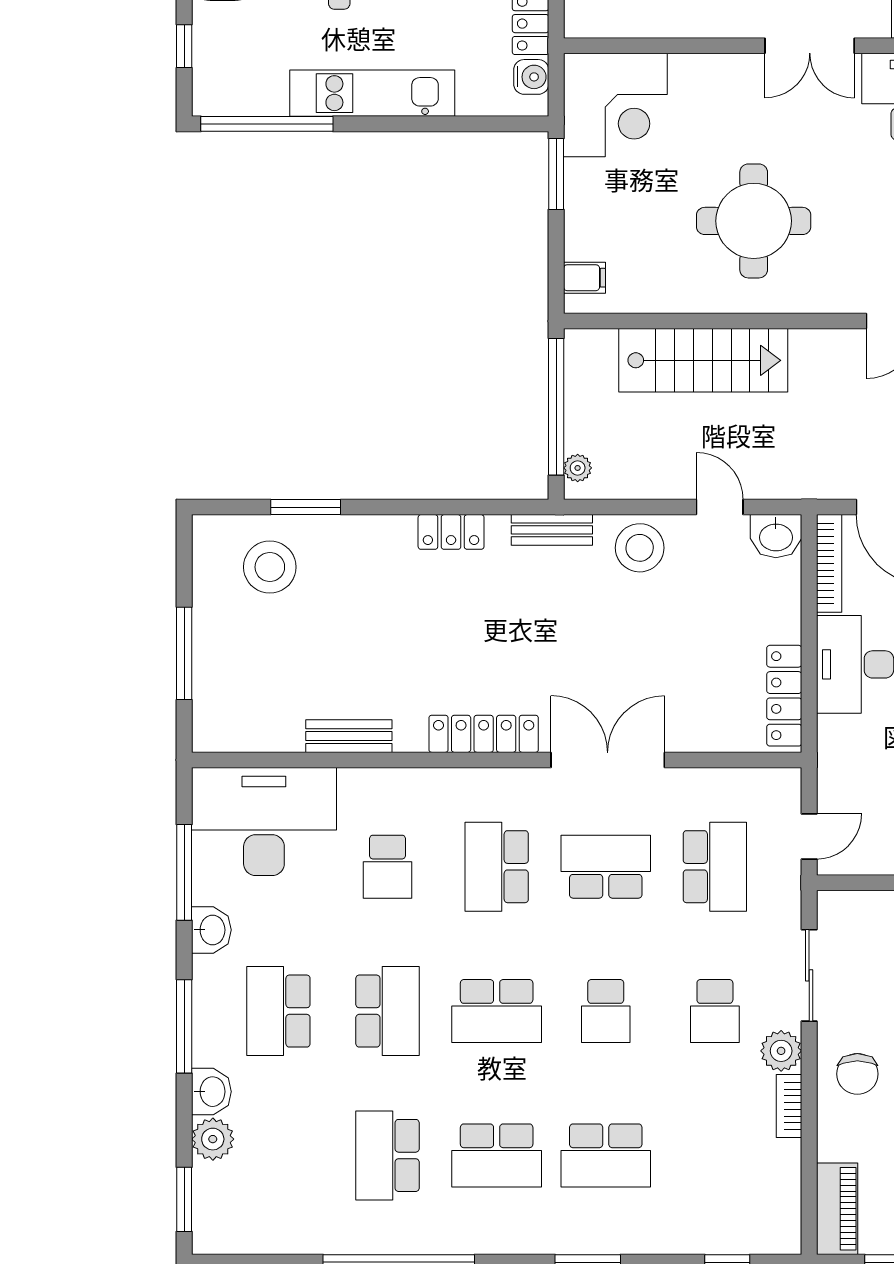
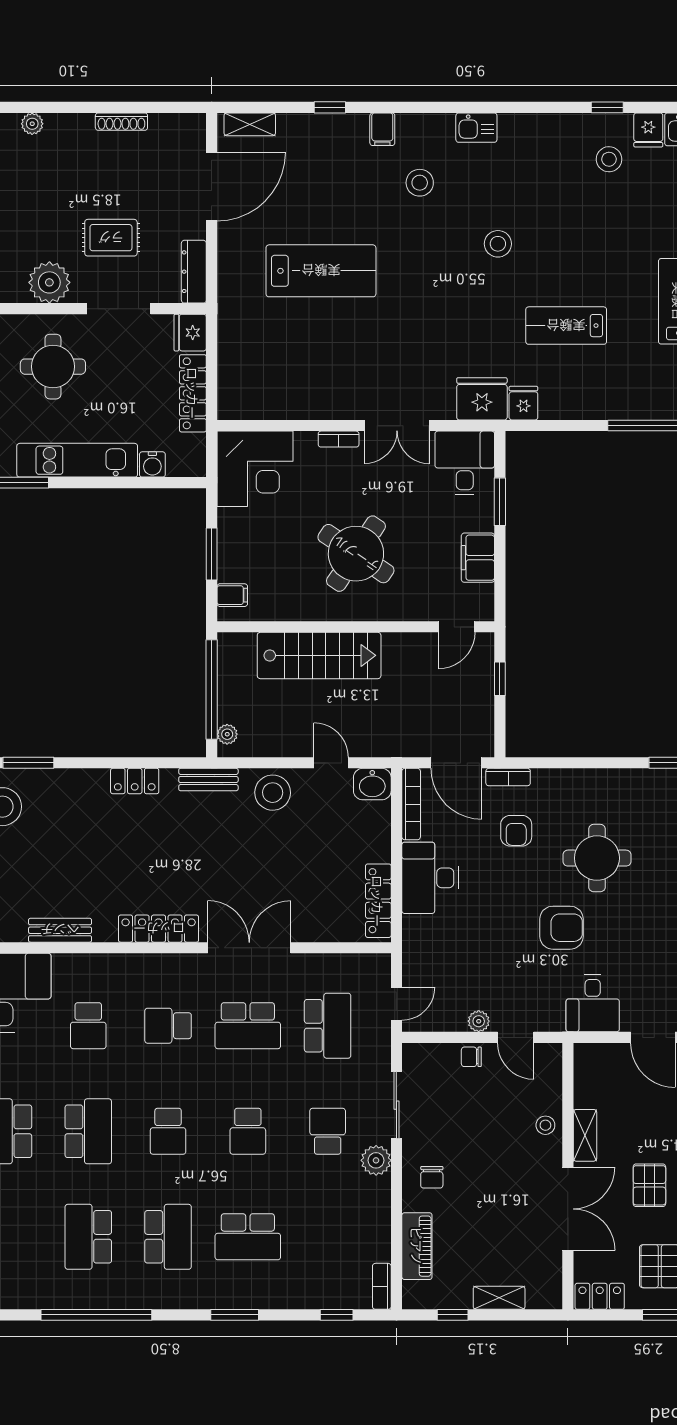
bookcase: (730, 64) -> (339, 439), added
water cooler: (531, 77) -> (152, 464), moved, turned 90
window: (556, 174) -> (212, 554), moved
round table: (754, 221) -> (356, 554), turned 34
school desk: (497, 867) -> (168, 1026), width x0.54
school desk: (606, 867) -> (248, 1026), turned 180
school desk: (497, 1011) -> (168, 1131), width x0.54
school desk: (715, 1011) -> (328, 1131), turned 180
chair: (857, 1074) -> (432, 1177), width x0.73, depth x0.73
bookcase: (789, 1106) -> (382, 1286), moved
school desk: (497, 1155) -> (168, 1237), turned -90
piano: (837, 1209) -> (417, 1246), moved

